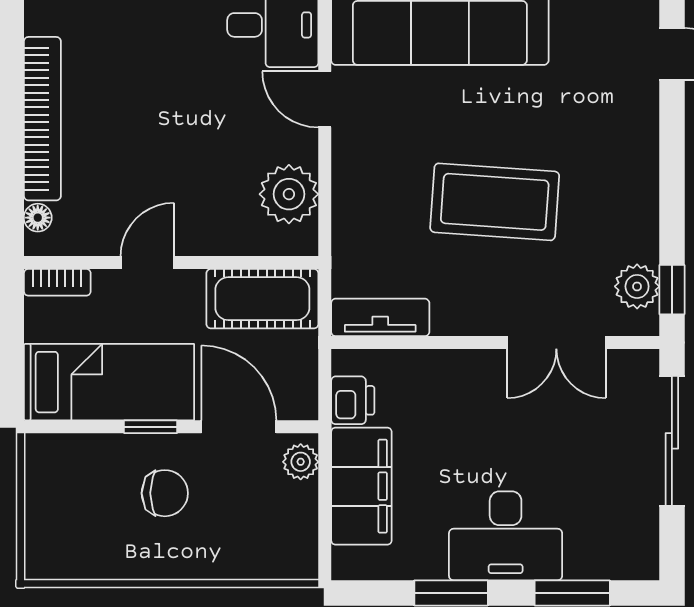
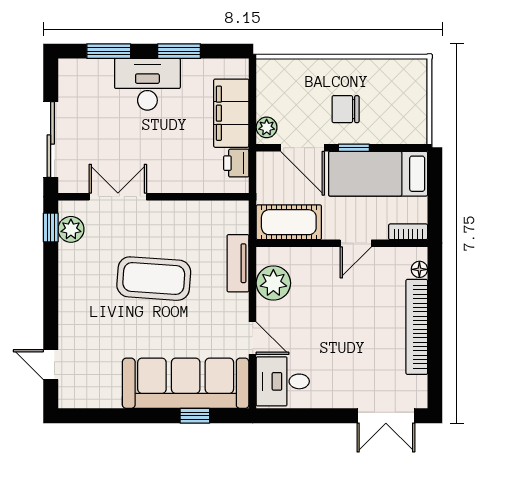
tv unit: (380, 317) -> (238, 263), moved, turned 90

